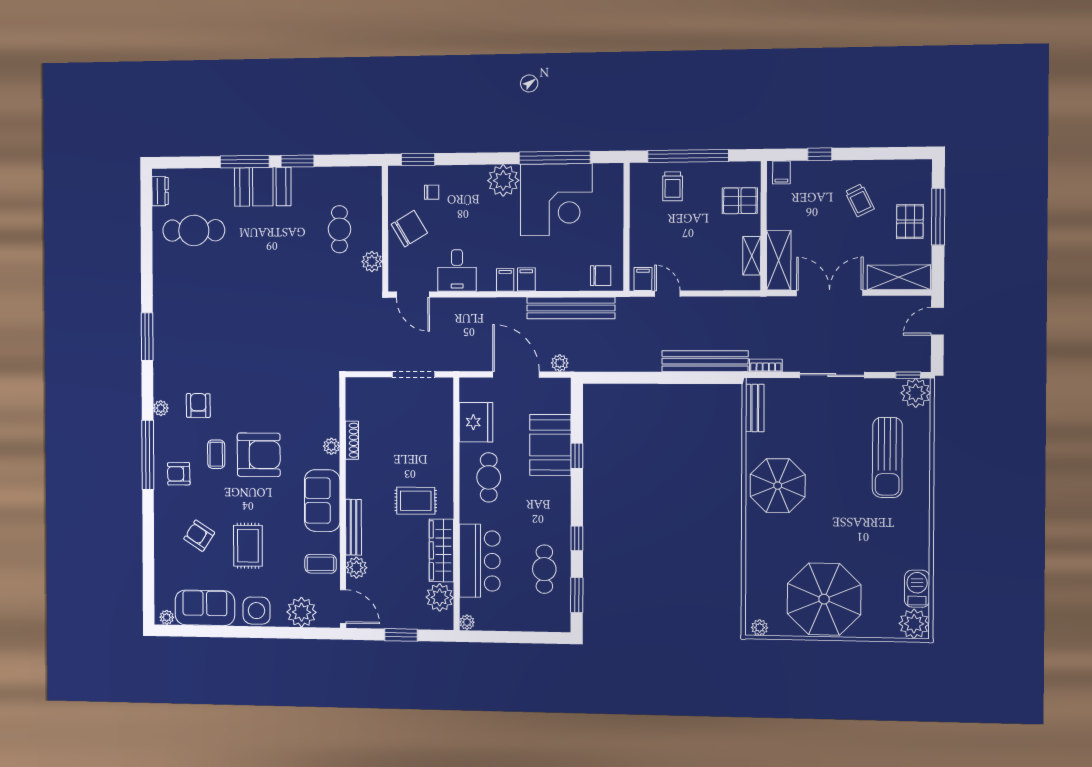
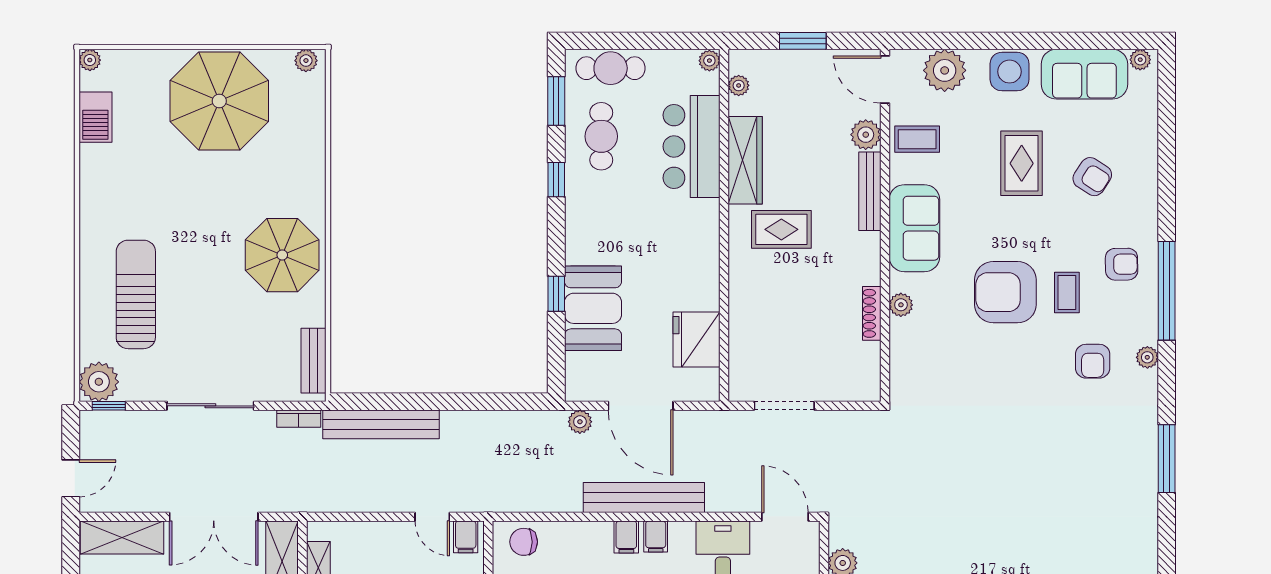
bench: (571, 308) -> (644, 498), moved
cafe table: (489, 477) -> (611, 68), moved, turned 90
plant: (440, 597) -> (739, 85), width x0.53, depth x0.53
plant: (914, 624) -> (90, 60), width x0.53, depth x0.53

